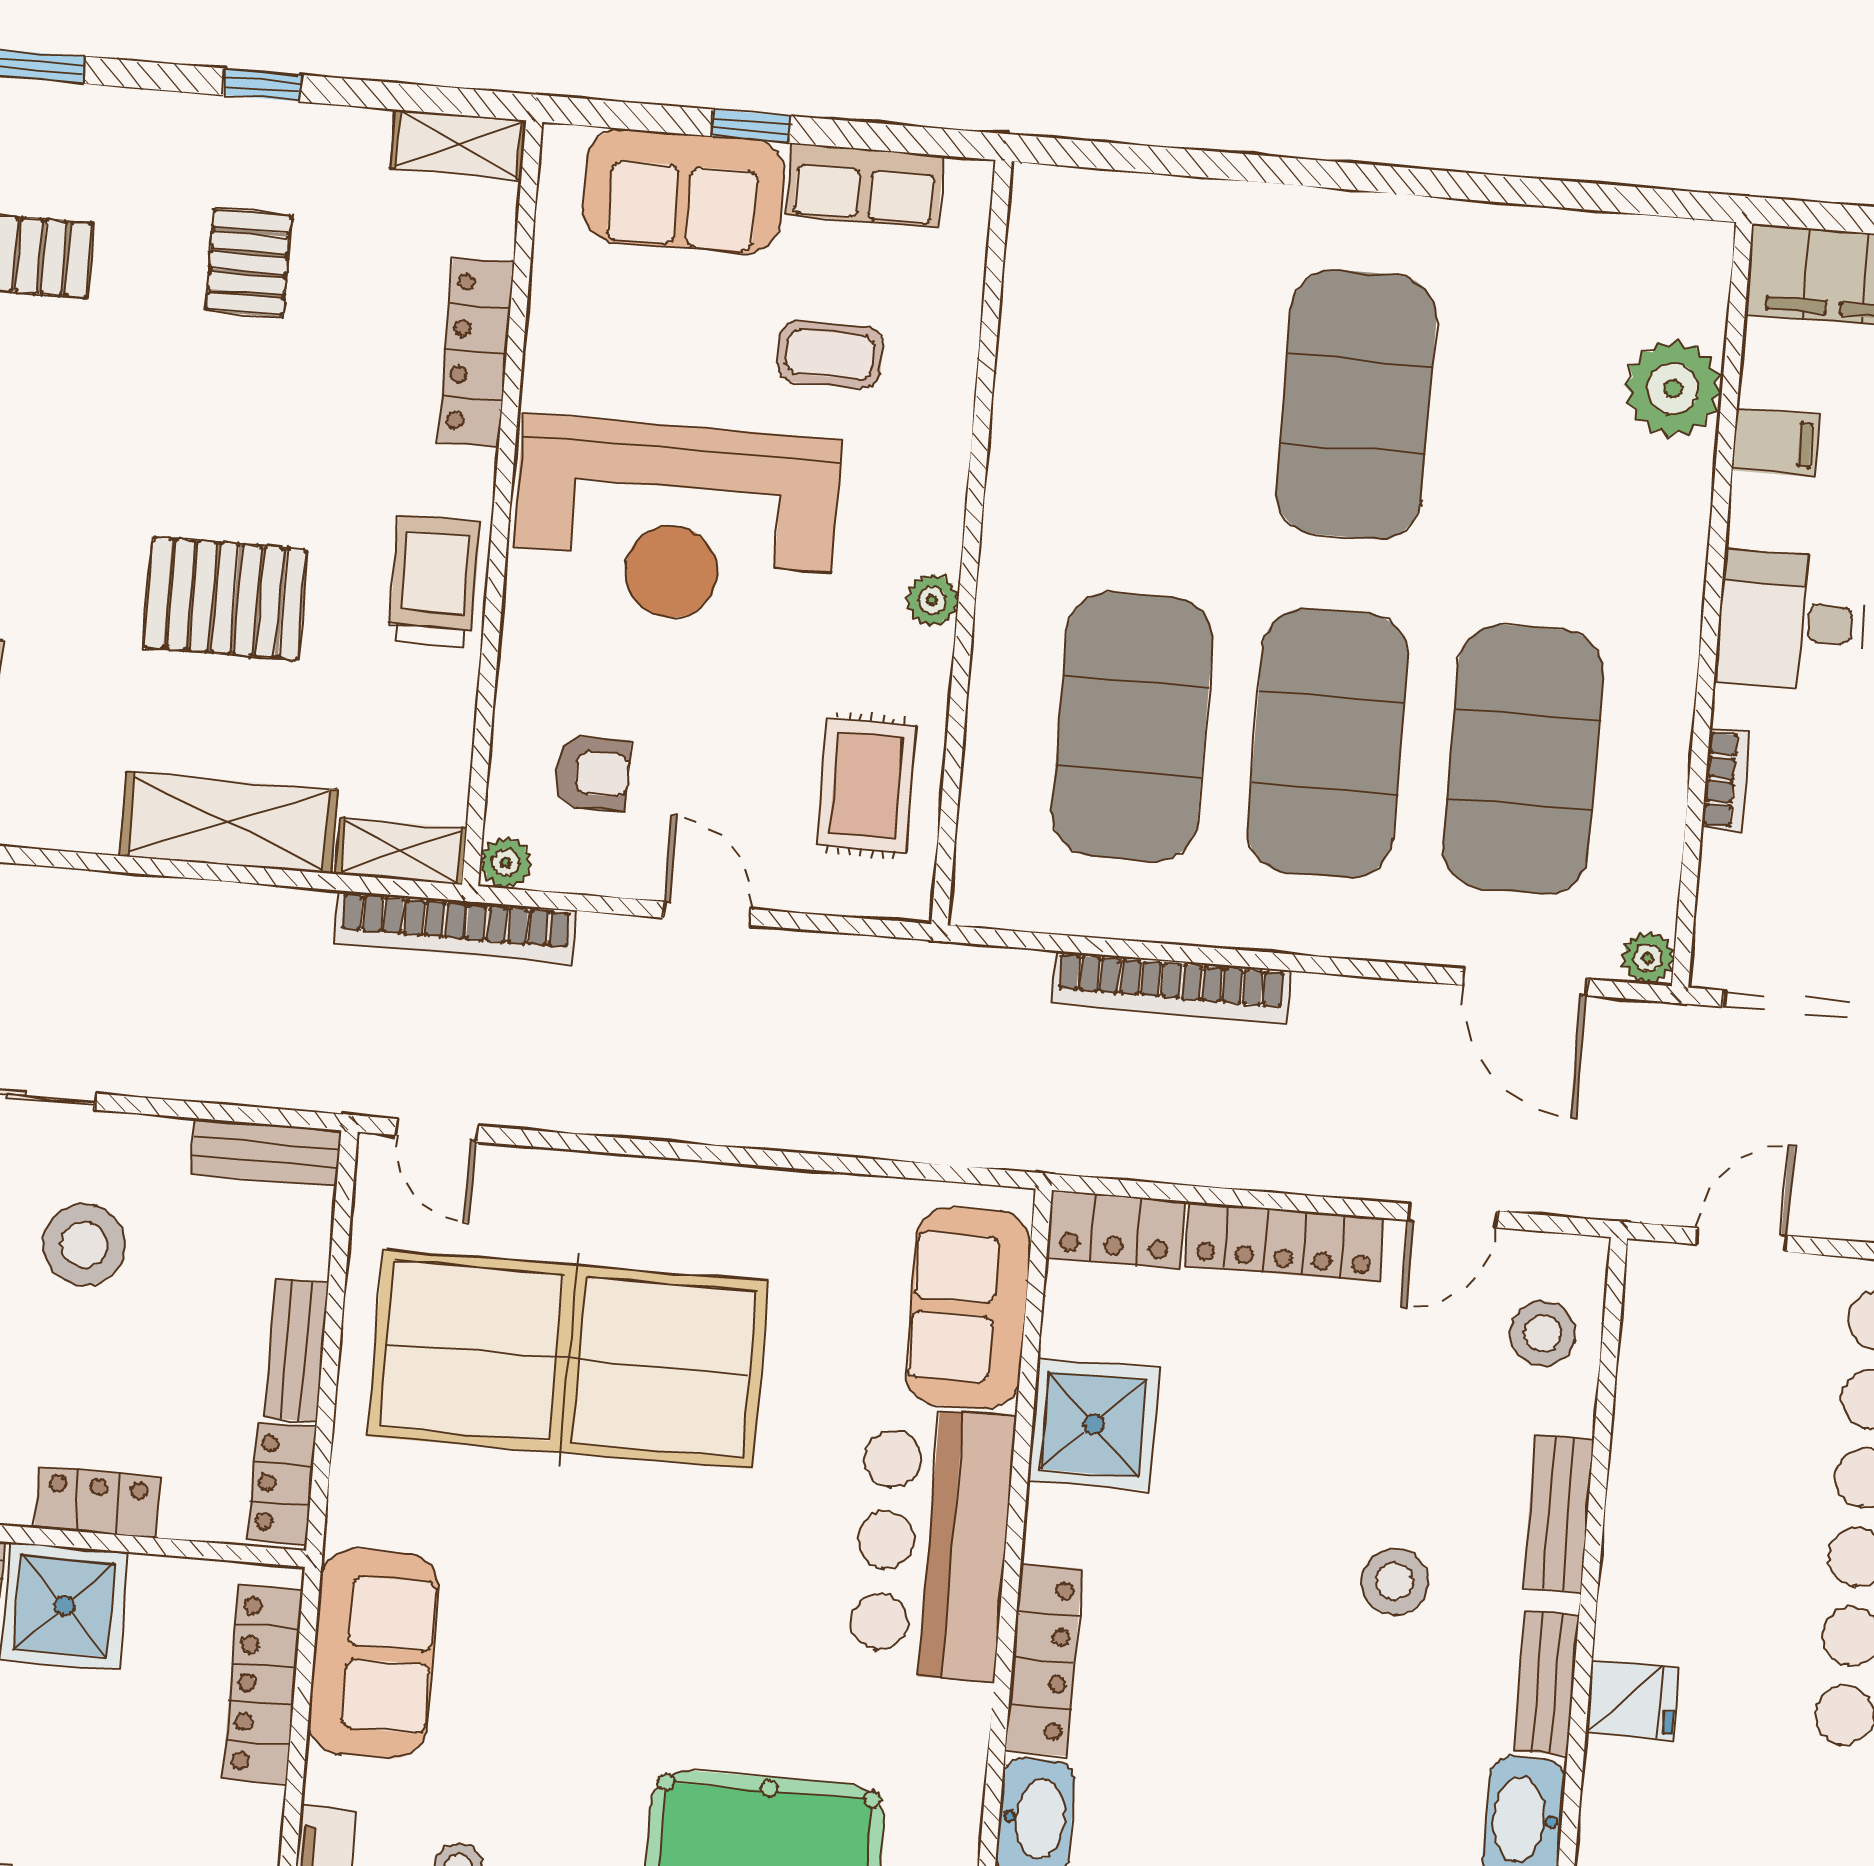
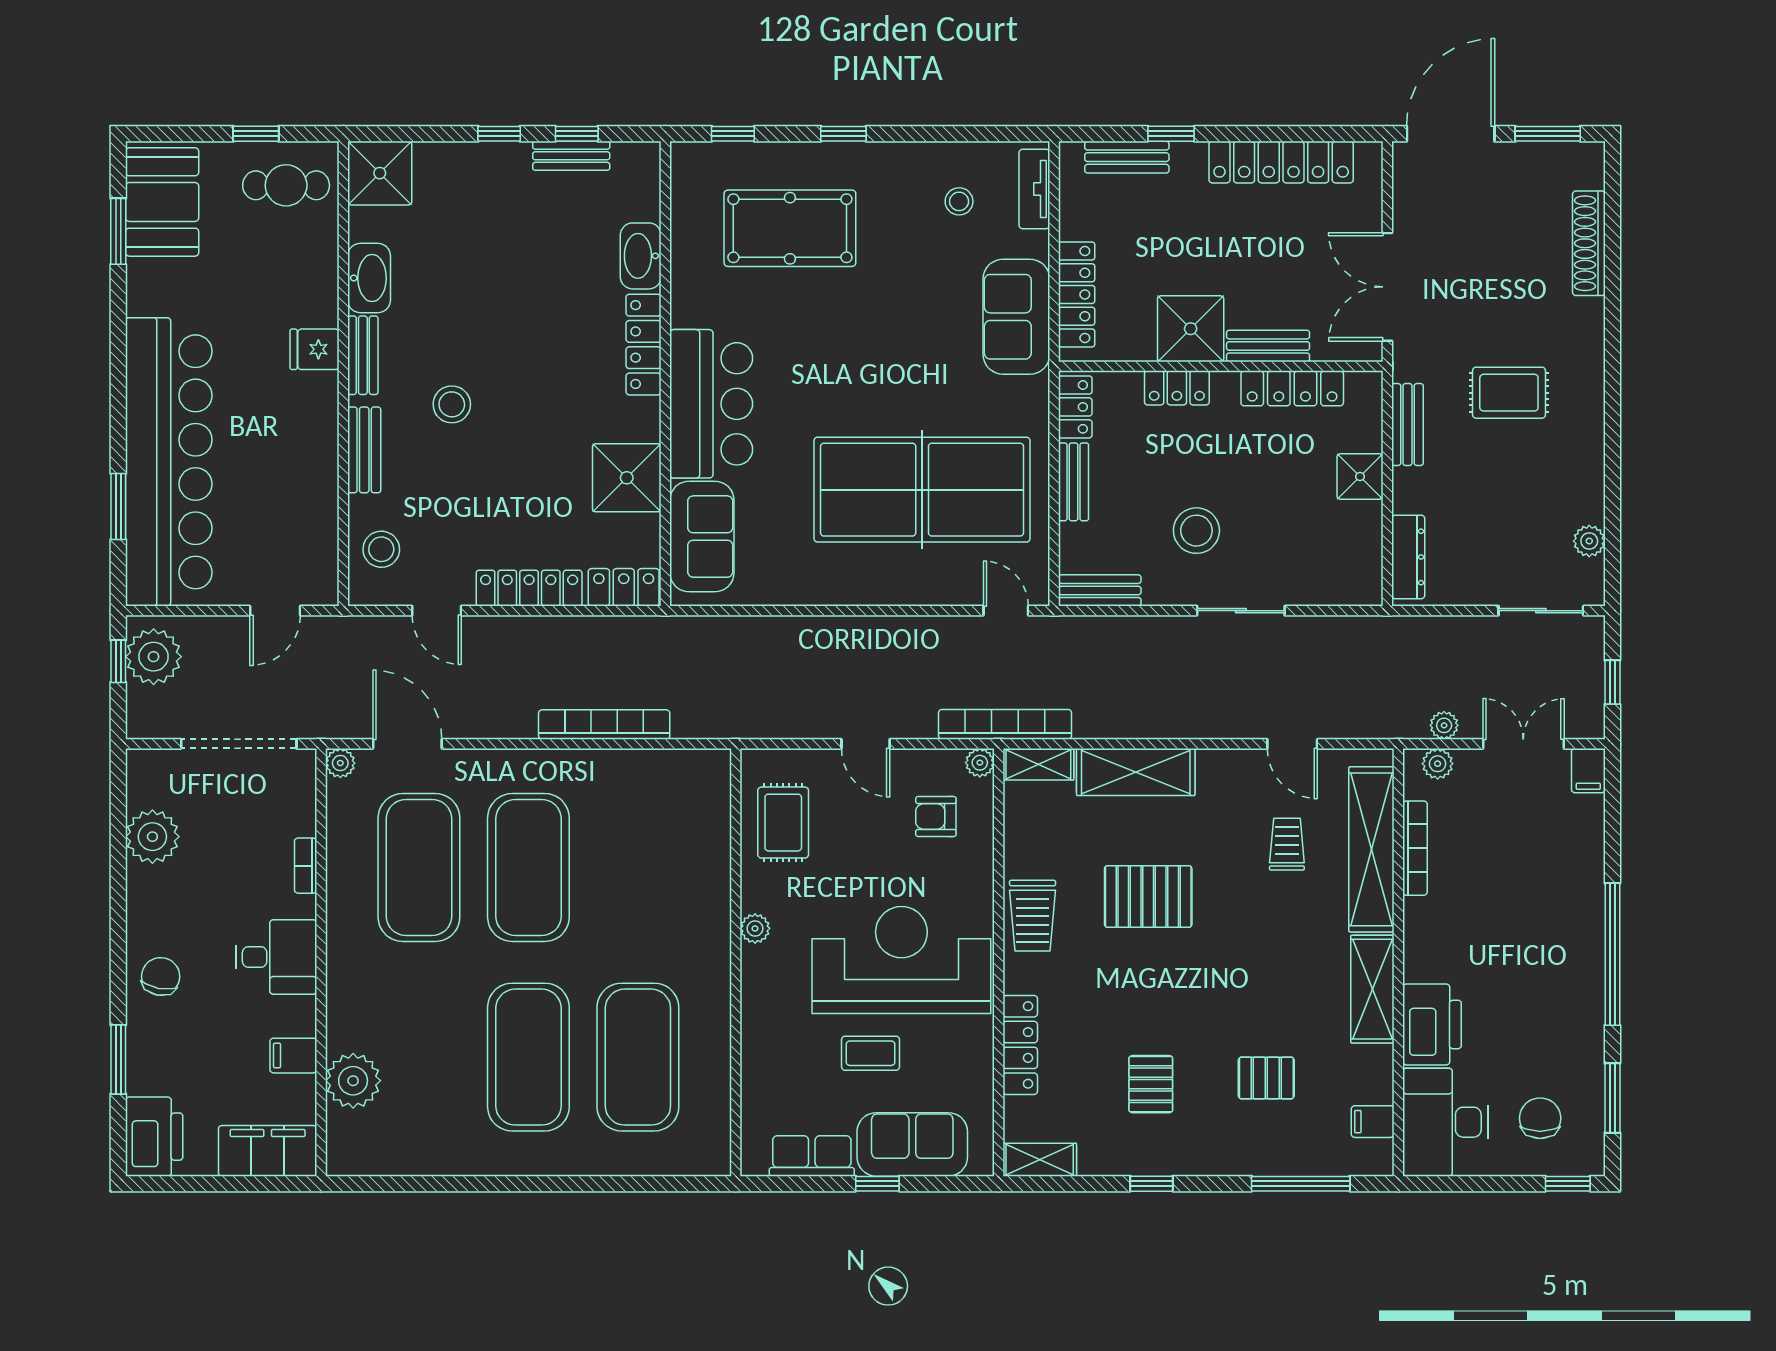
coffee table: (830, 355) -> (871, 1053), moved
exercise mat: (1132, 727) -> (638, 1057), moved
door: (1453, 1216) -> (437, 611), swing flipped

